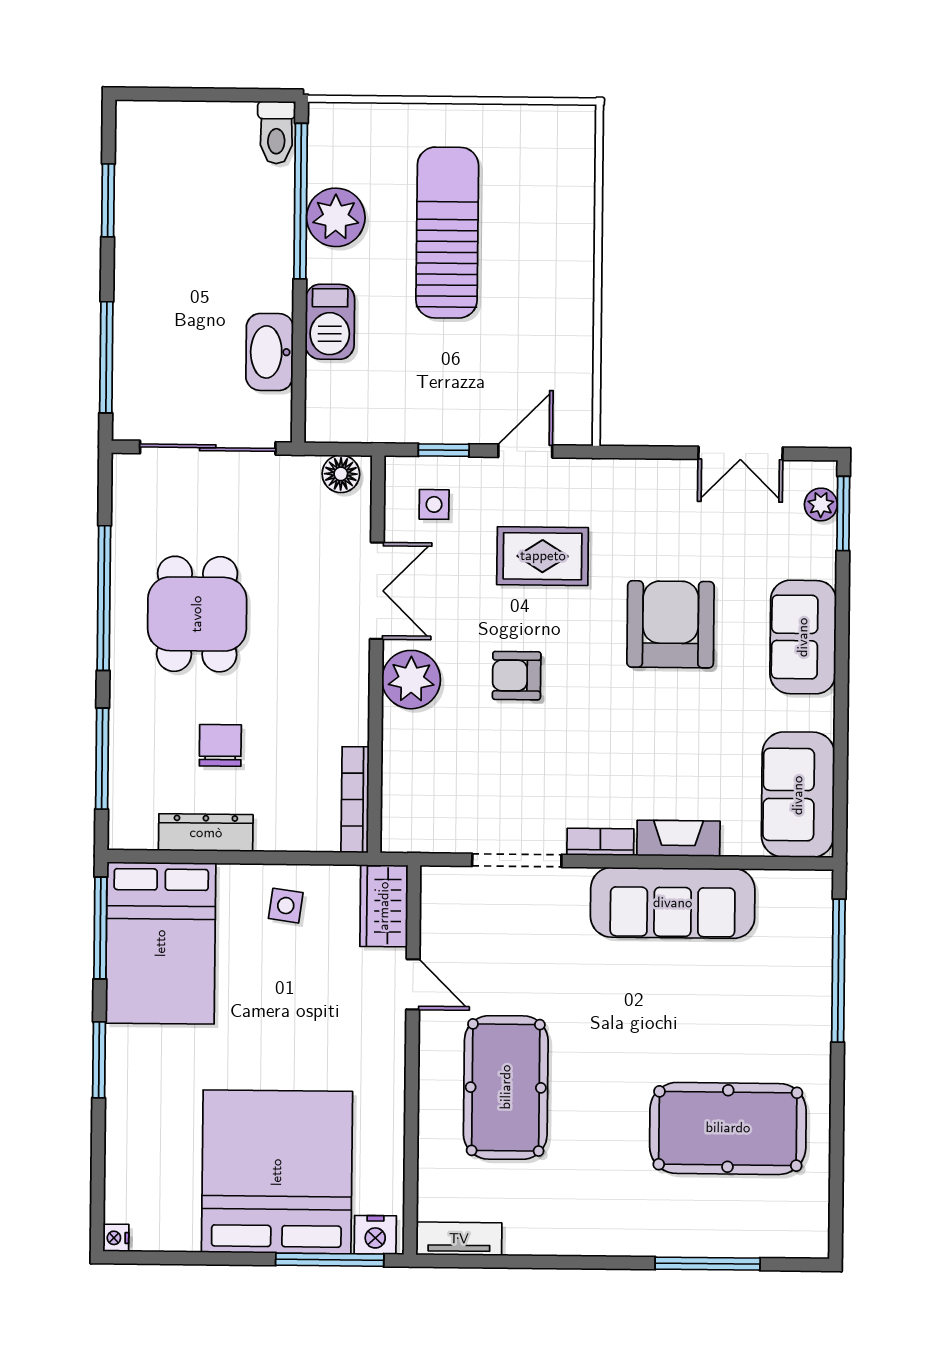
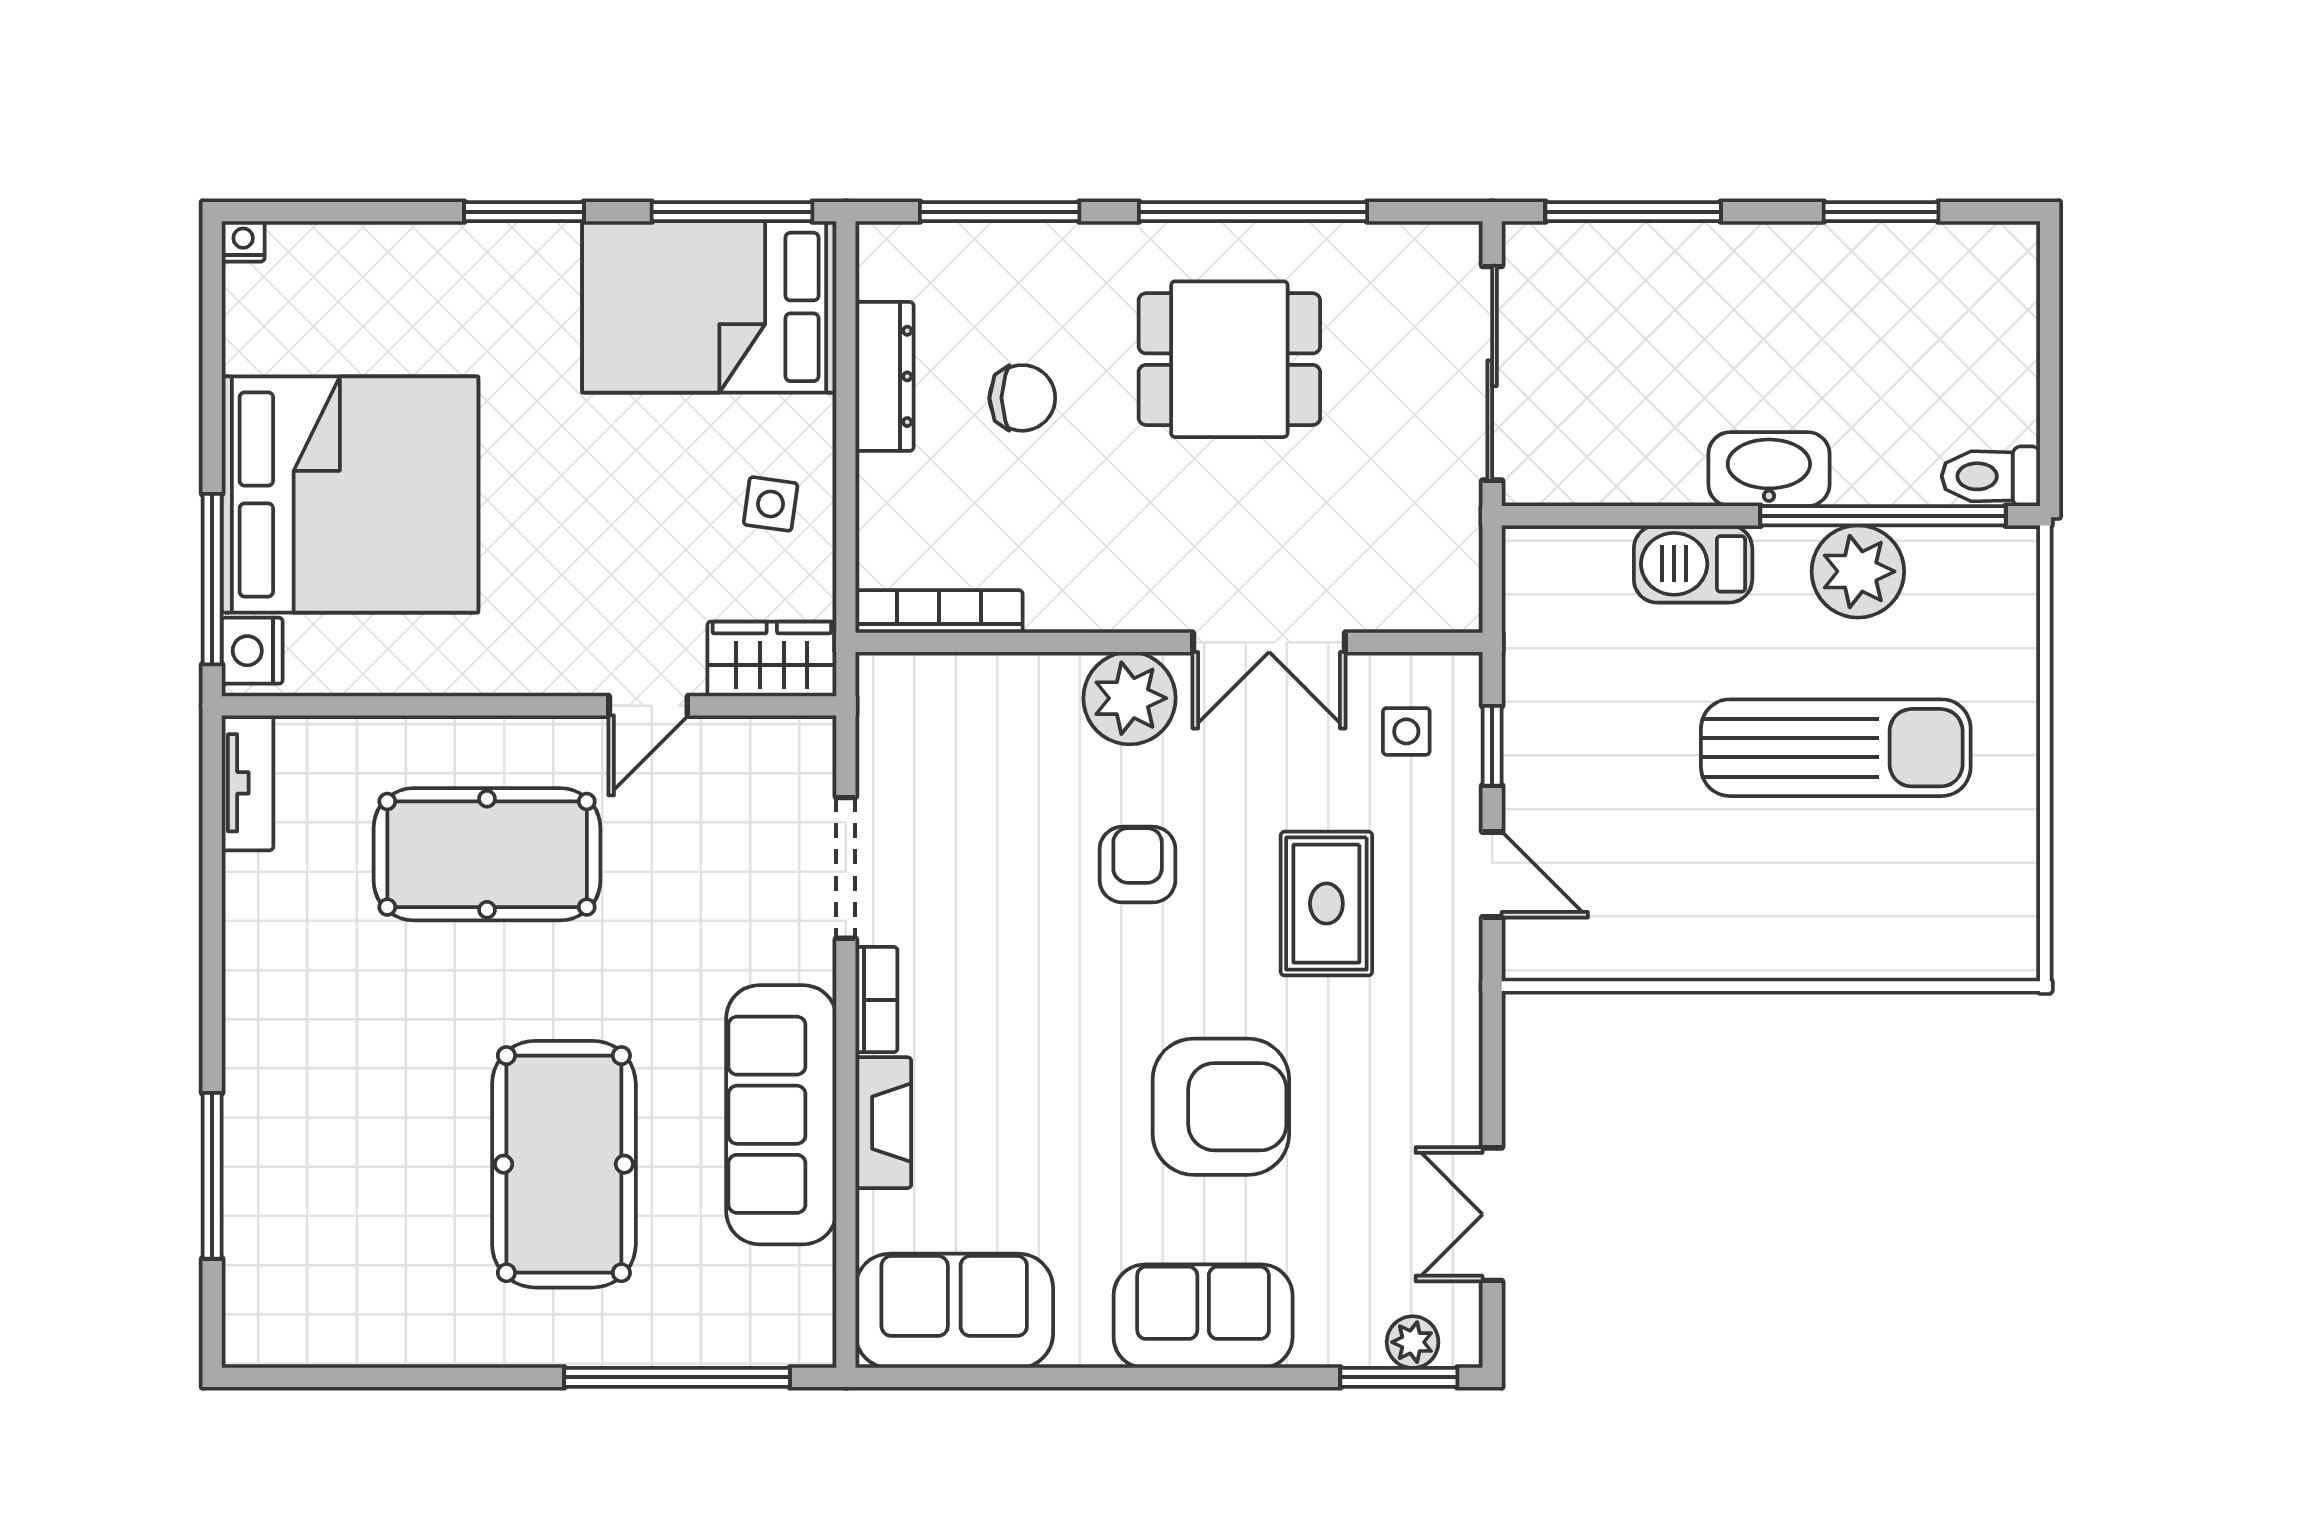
washbasin: (270, 352) -> (1769, 469), moved
floor lamp: (341, 474) -> (1453, 584), removed
pool table: (728, 1128) -> (564, 1164), moved

